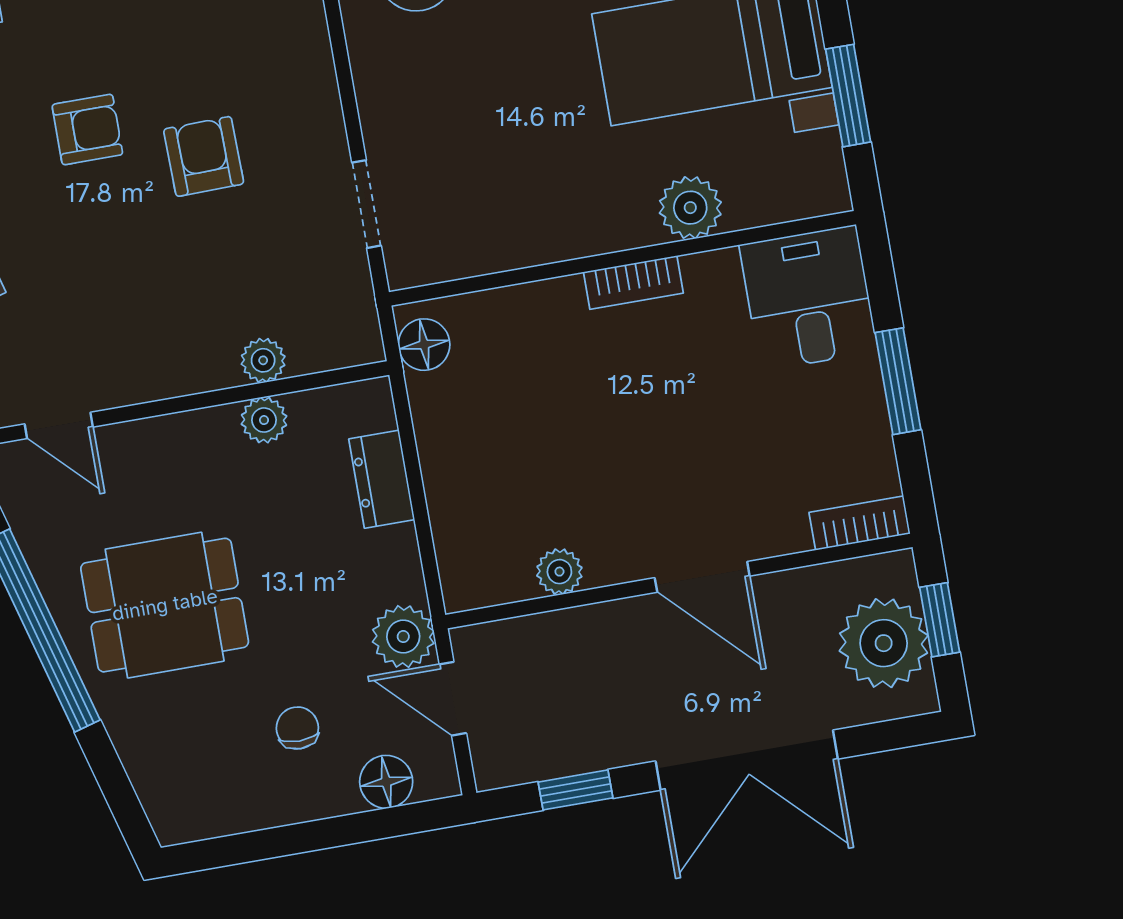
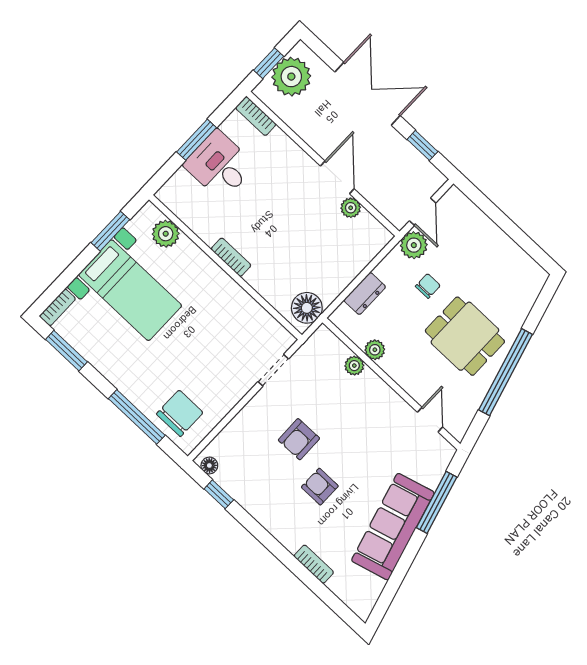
plant: (690, 208) -> (166, 234), moved
desk: (809, 298) -> (219, 165), moved, turned 90
floor lamp: (424, 345) -> (307, 308), width x1.38, depth x1.38
door: (702, 577) -> (337, 177), moved
chair: (297, 728) -> (428, 286), moved, turned 180
floor lamp: (386, 782) -> (469, 213), removed

